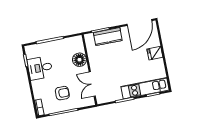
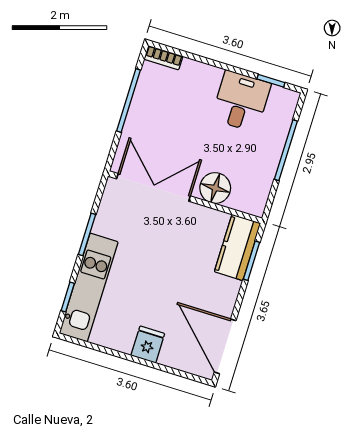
kitchen counter: (108, 37) -> (237, 247), moved
double door: (92, 84) -> (153, 187), width x1.37
armchair: (62, 93) -> (167, 119), removed

